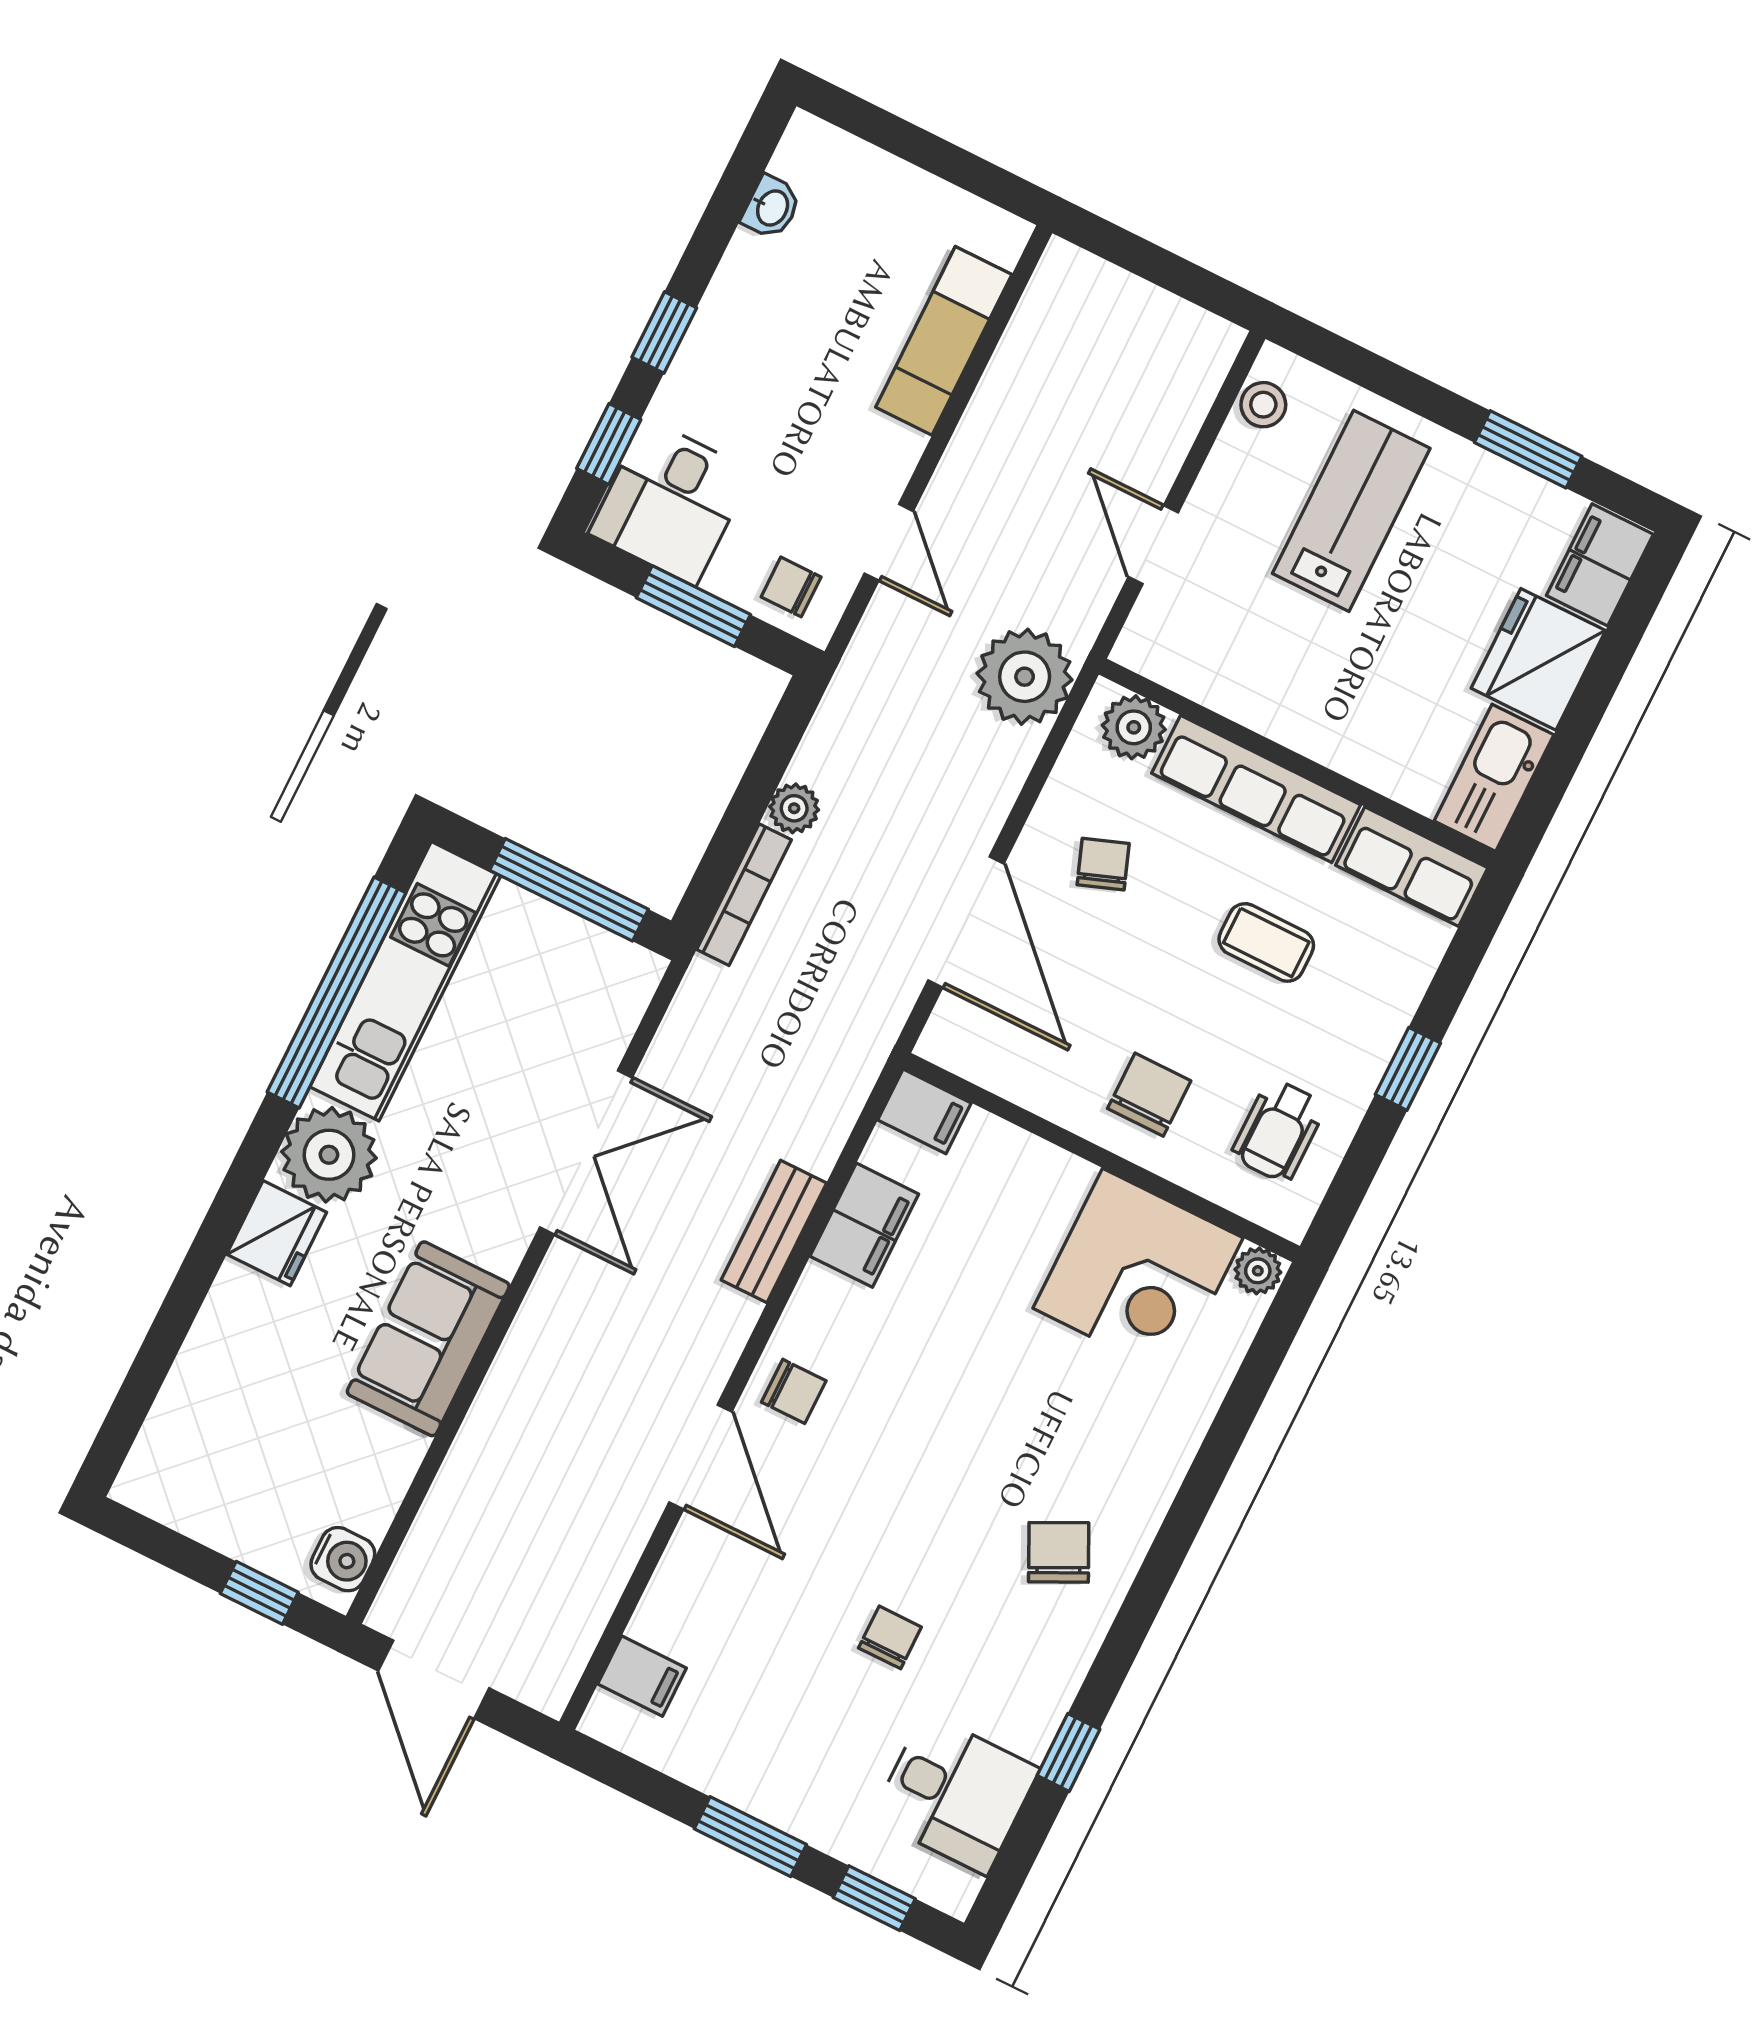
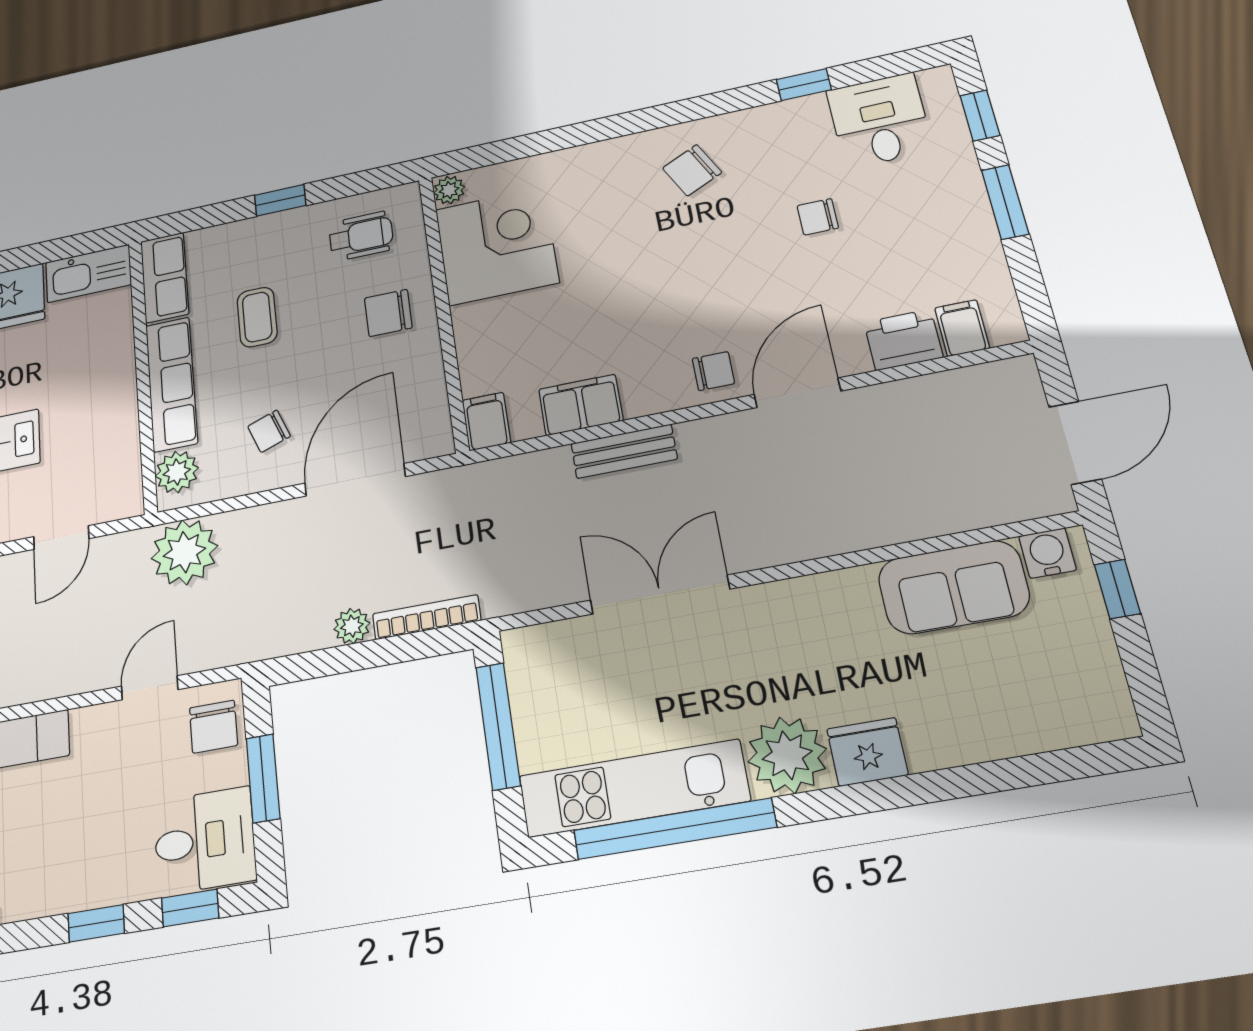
chair: (791, 587) -> (213, 727), width x1.37, depth x1.37
sofa: (428, 1339) -> (953, 587), moved
chair: (794, 1391) -> (713, 371), turned 90
printer: (675, 1608) -> (903, 340), added

